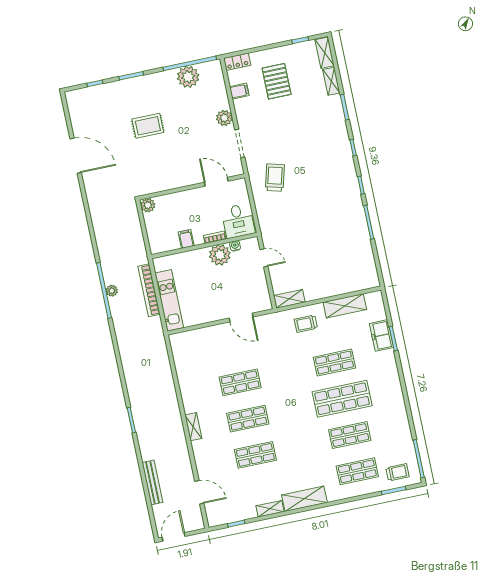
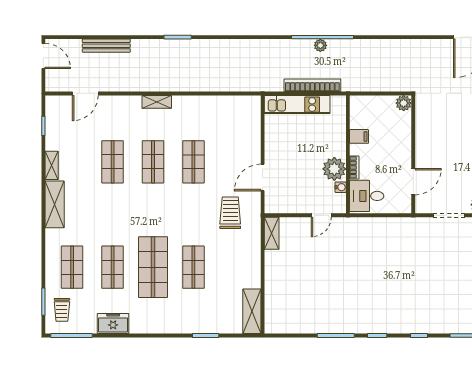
trolley: (275, 178) -> (405, 245), removed
shelving: (345, 306) -> (252, 311), moved
trolley: (306, 324) -> (230, 213), moved, width x1.36, depth x1.39
freezer: (381, 335) -> (113, 323), moved

